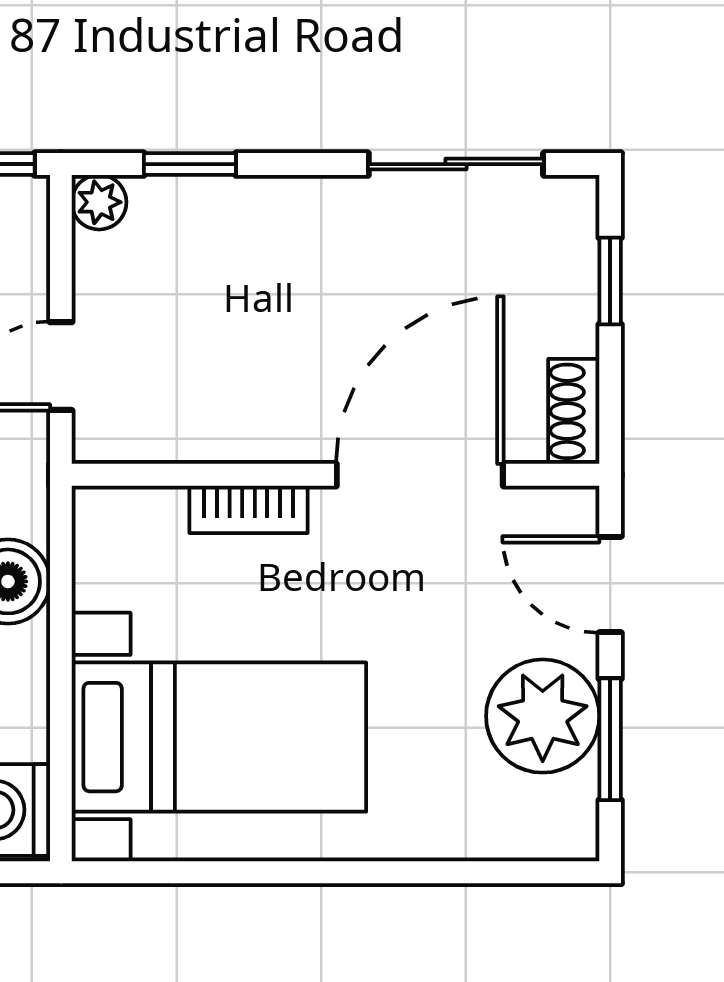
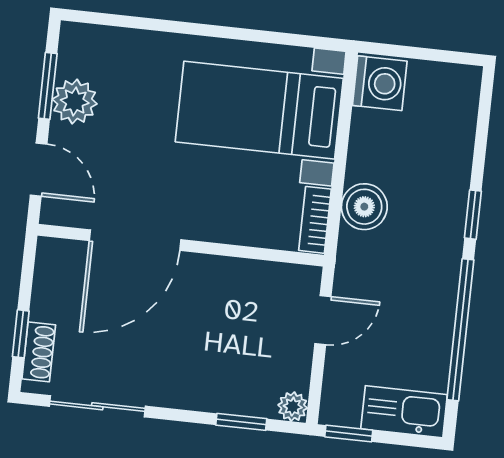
shoe rack: (574, 411) -> (39, 352), moved
bookcase: (249, 509) -> (315, 220), moved, turned -90
plant: (543, 716) -> (75, 101), width x0.73, depth x0.73

